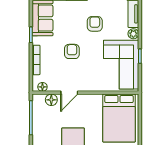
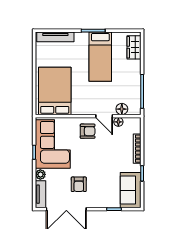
armchair: (72, 51) -> (88, 131), moved, turned -90
floor lamp: (42, 87) -> (118, 122), moved
door: (69, 93) -> (104, 116), swing flipped

